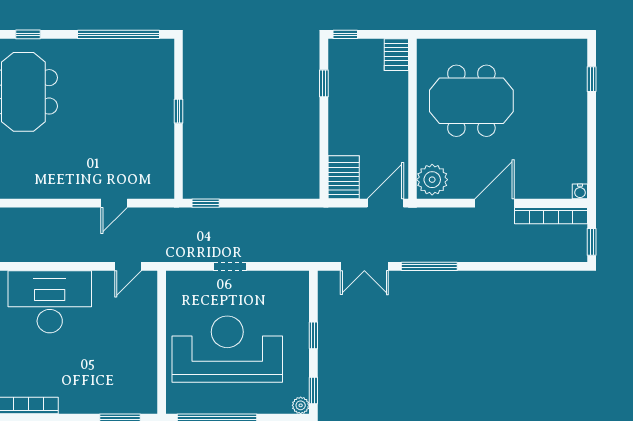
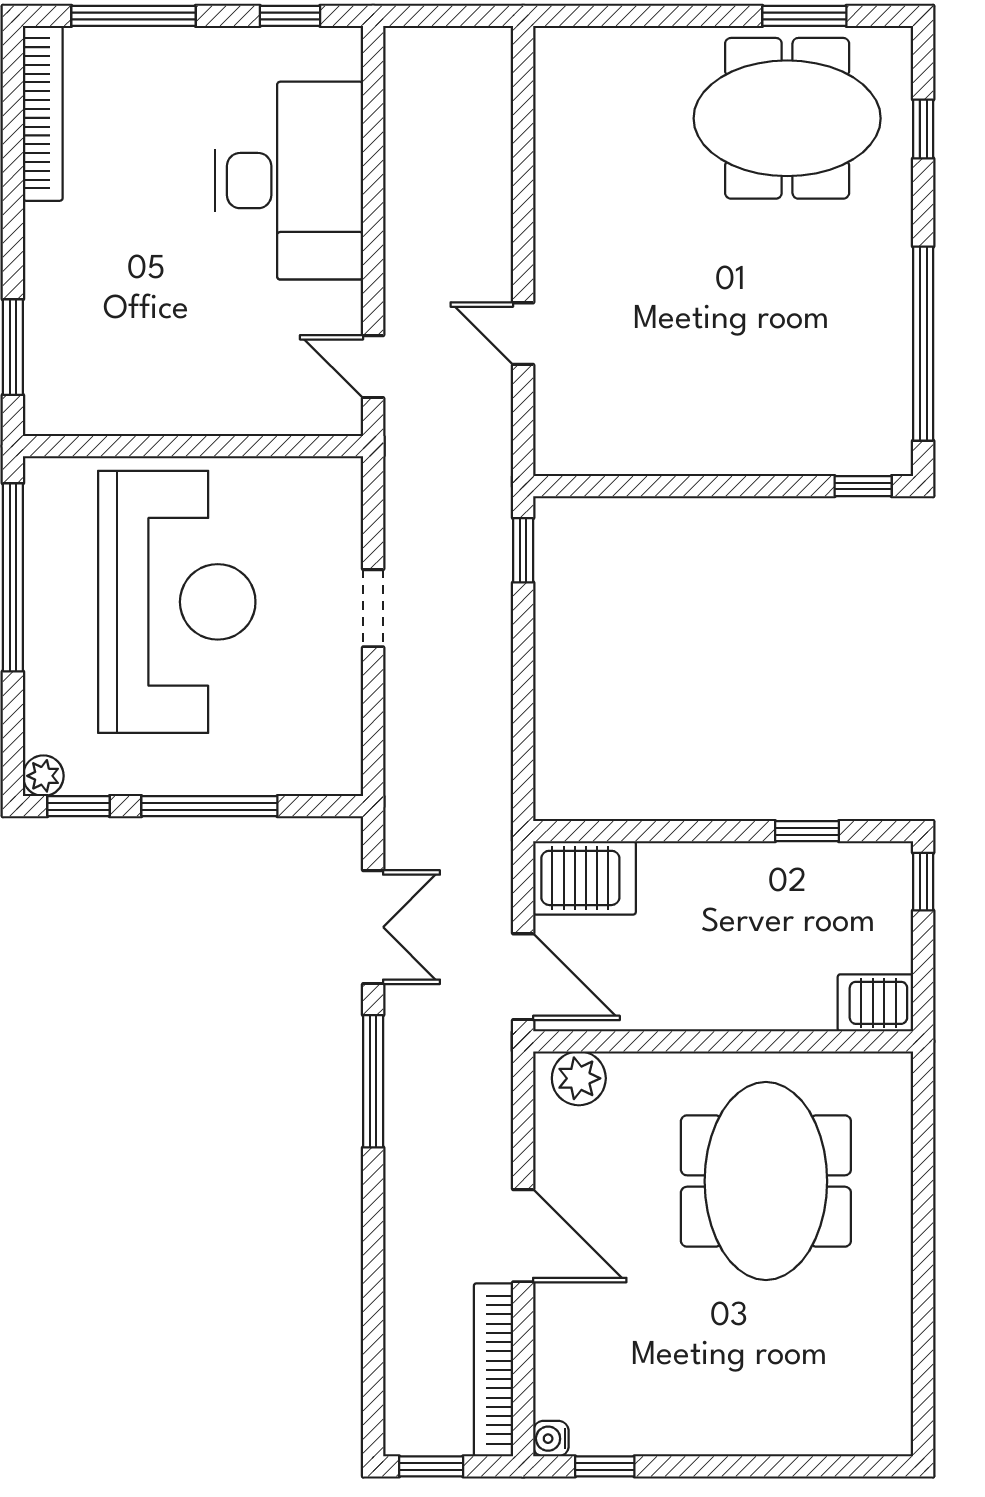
window: (592, 79) -> (605, 1466), moved
window: (178, 111) -> (863, 486), moved
plant: (432, 180) -> (579, 1078), width x0.73, depth x0.73
double door: (364, 266) -> (373, 927), swing flipped
window: (313, 335) -> (209, 806), width x2.17

